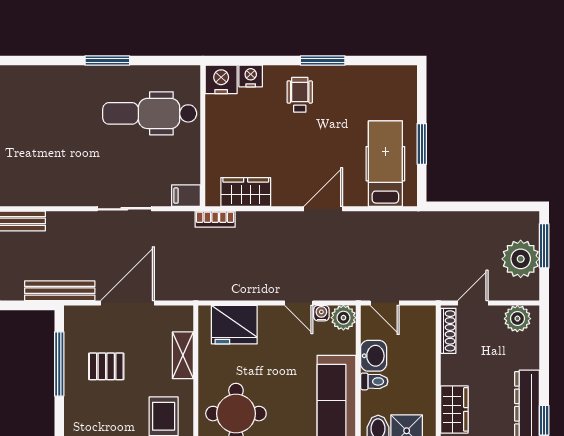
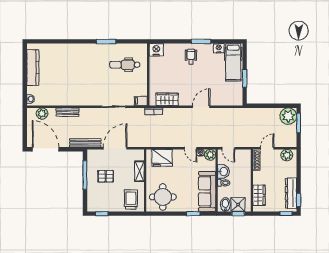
nightstand: (251, 76) -> (219, 48), moved
dental chair: (150, 113) -> (125, 65), width x0.73, depth x0.72
hospital bed: (385, 164) -> (233, 62), moved, turned 180
plant: (521, 259) -> (288, 116), moved

